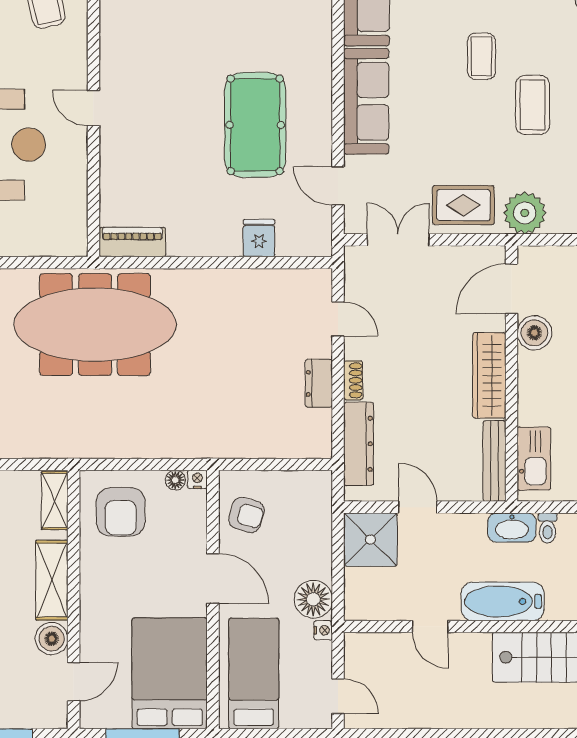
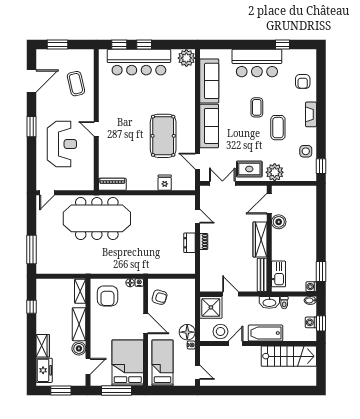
dresser: (359, 444) -> (206, 268), removed
stool: (394, 598) -> (220, 332), added
door: (430, 627) -> (236, 343), swing flipped

